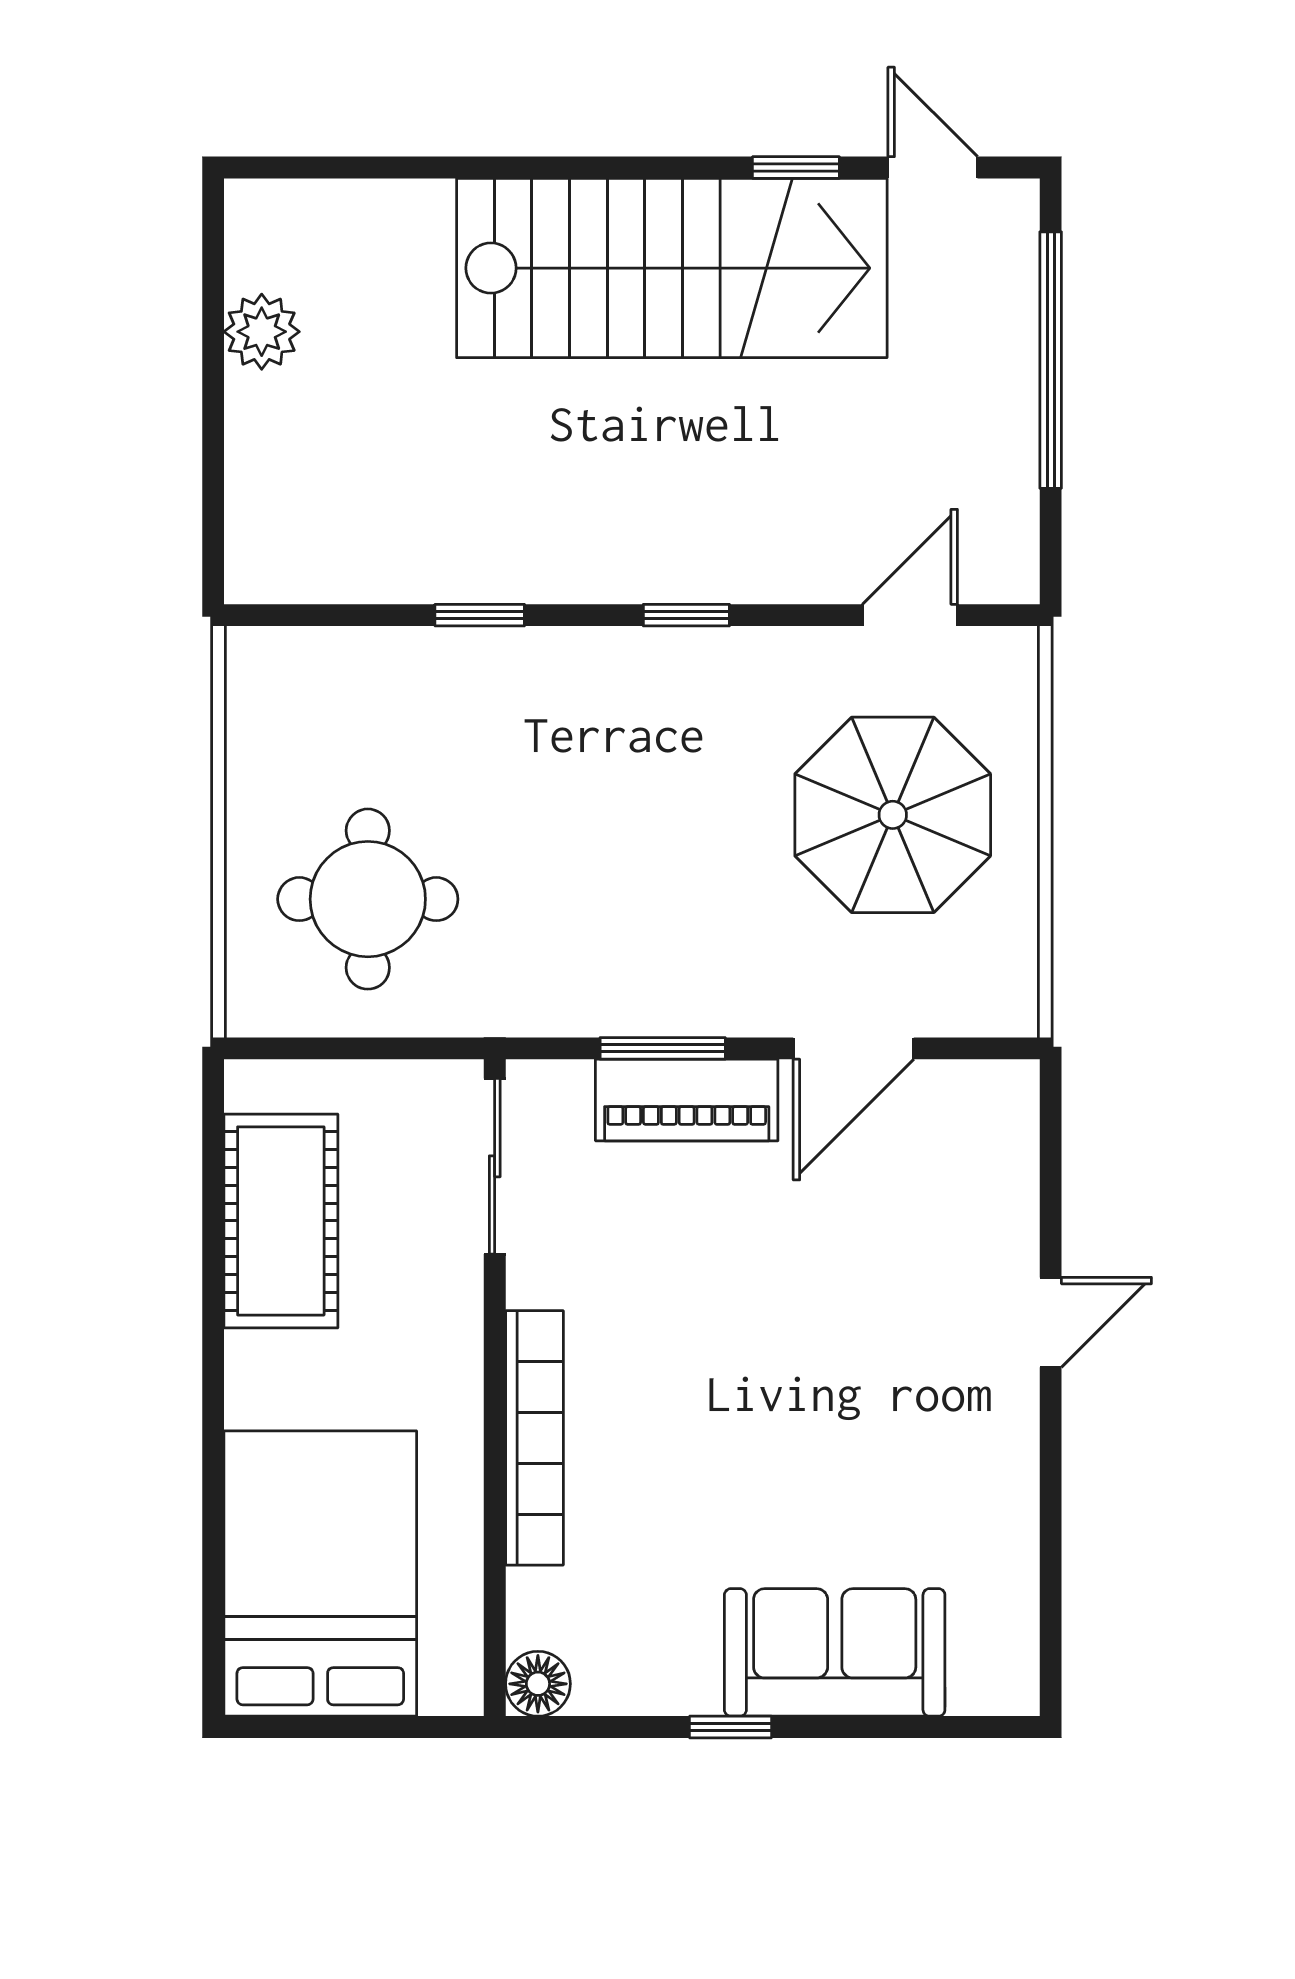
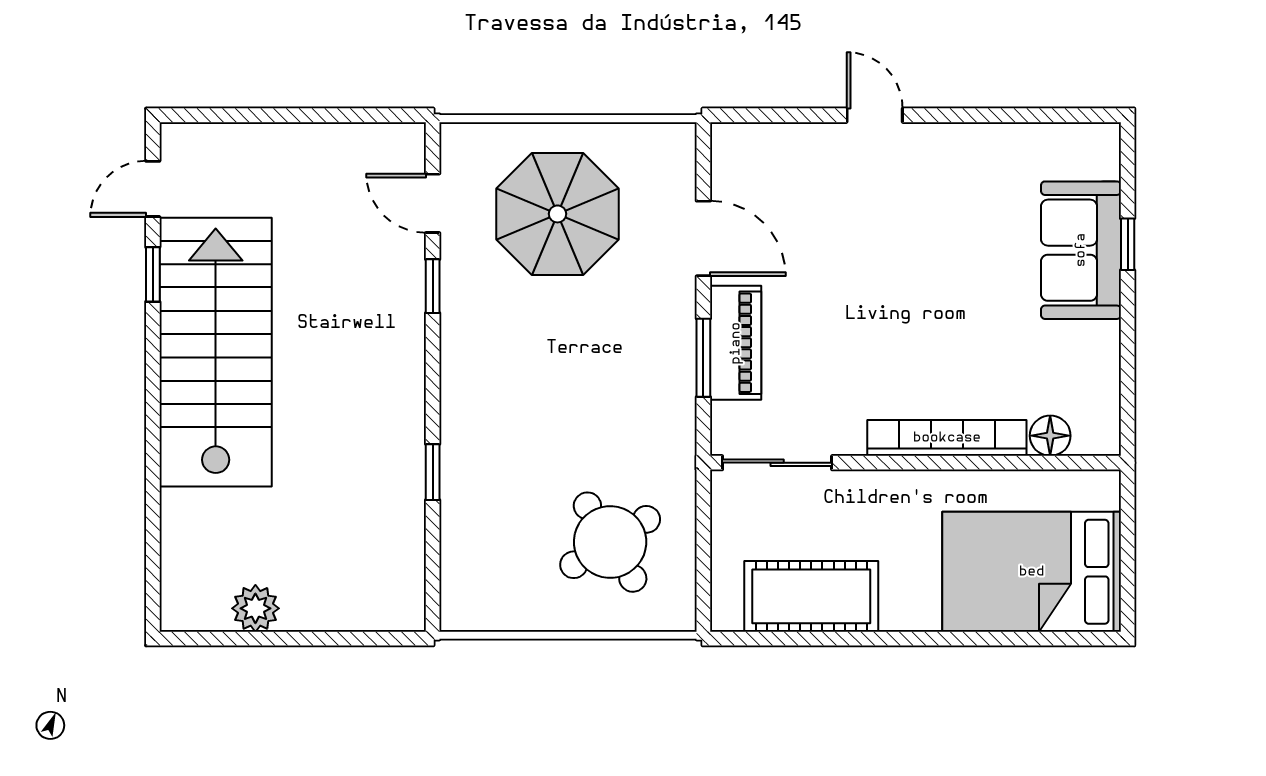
window: (1051, 360) -> (273, 115), removed
window: (686, 615) -> (433, 286), moved
round table: (368, 899) -> (610, 542), turned -32
floor lamp: (538, 1684) -> (1050, 436), moved
window: (730, 1727) -> (1128, 244), moved

